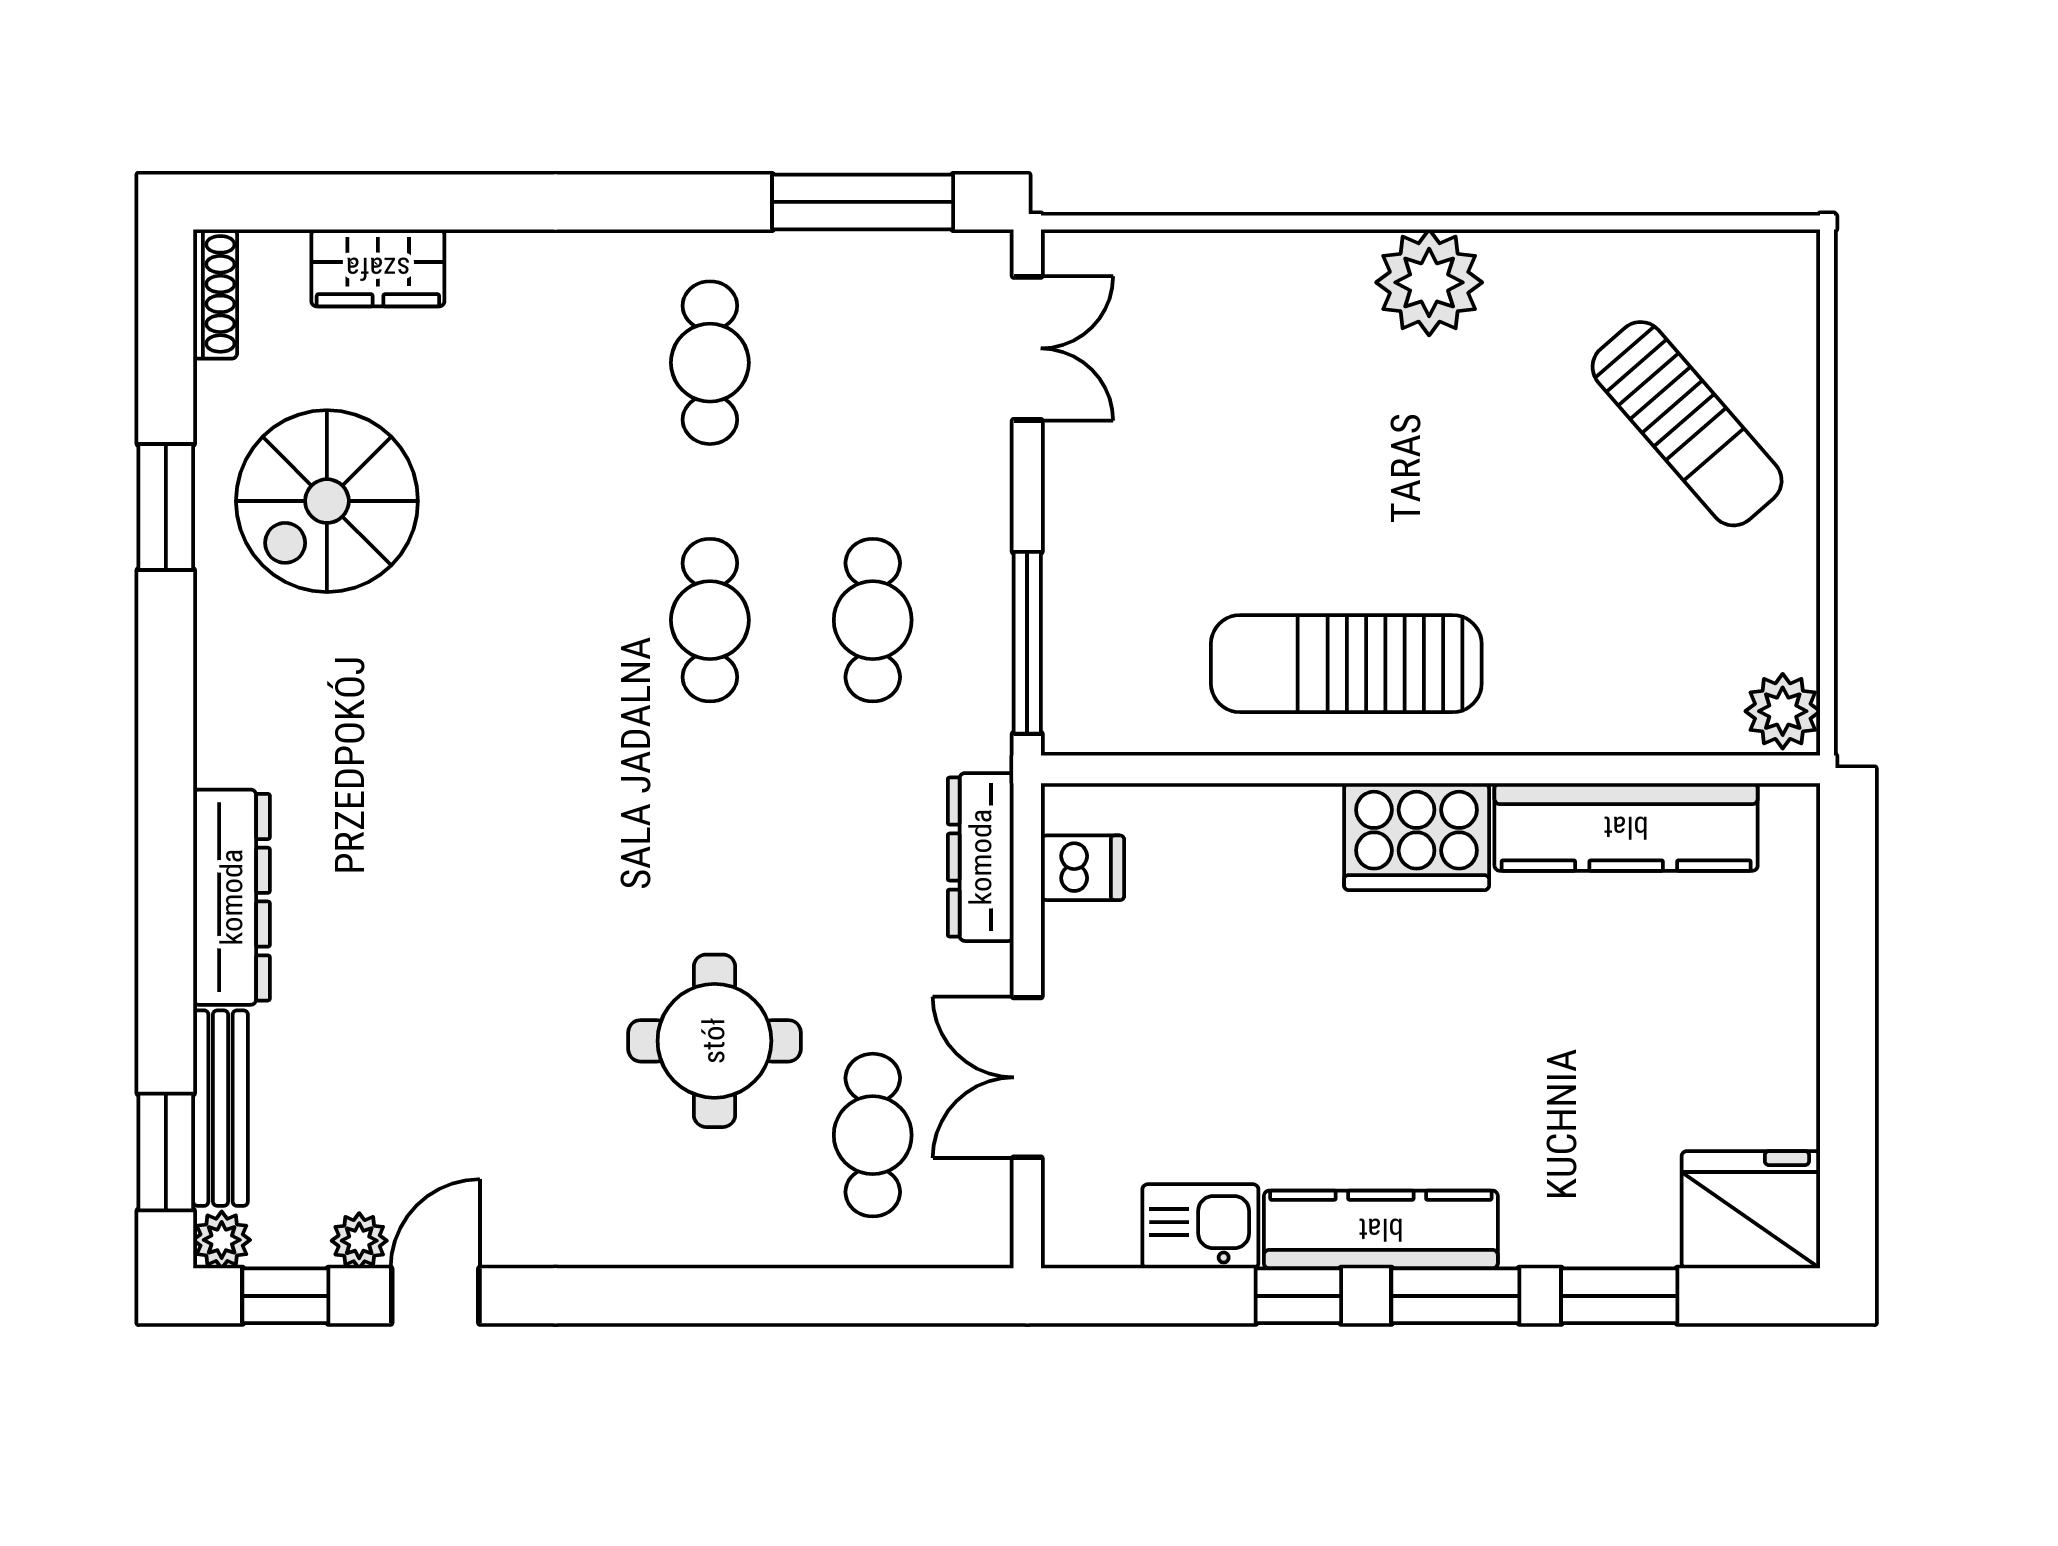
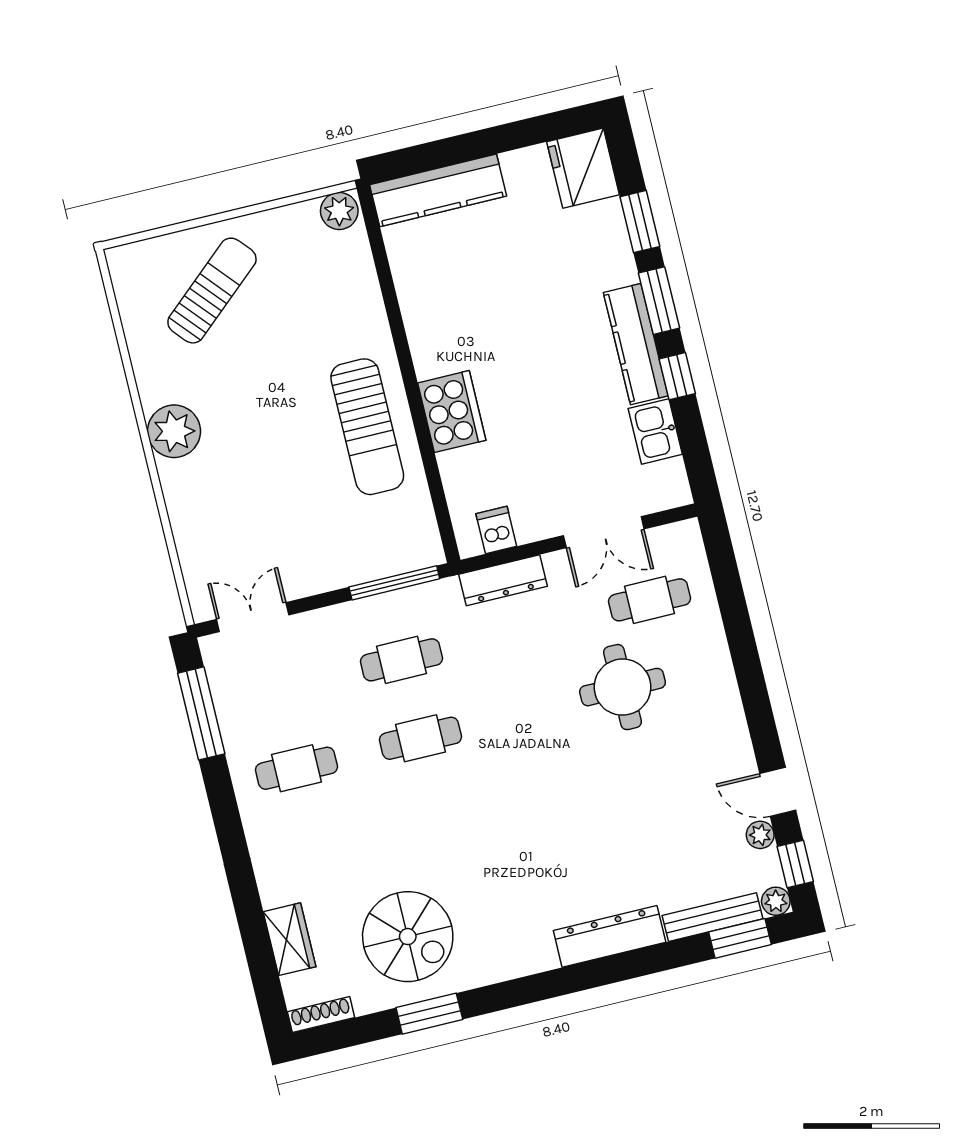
kitchen counter: (1626, 827) -> (438, 190), moved, turned 90
cooker: (1417, 837) -> (452, 412), moved

